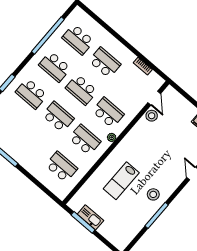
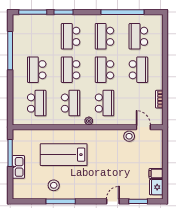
door: (154, 98) -> (143, 127), swing flipped
school desk: (58, 117) -> (71, 70), turned 180
school desk: (35, 144) -> (37, 70), added
lab bench: (121, 181) -> (64, 155), width x1.36, depth x1.39
stool: (153, 194) -> (54, 185), moved
kitchen sink: (90, 217) -> (18, 167), moved

